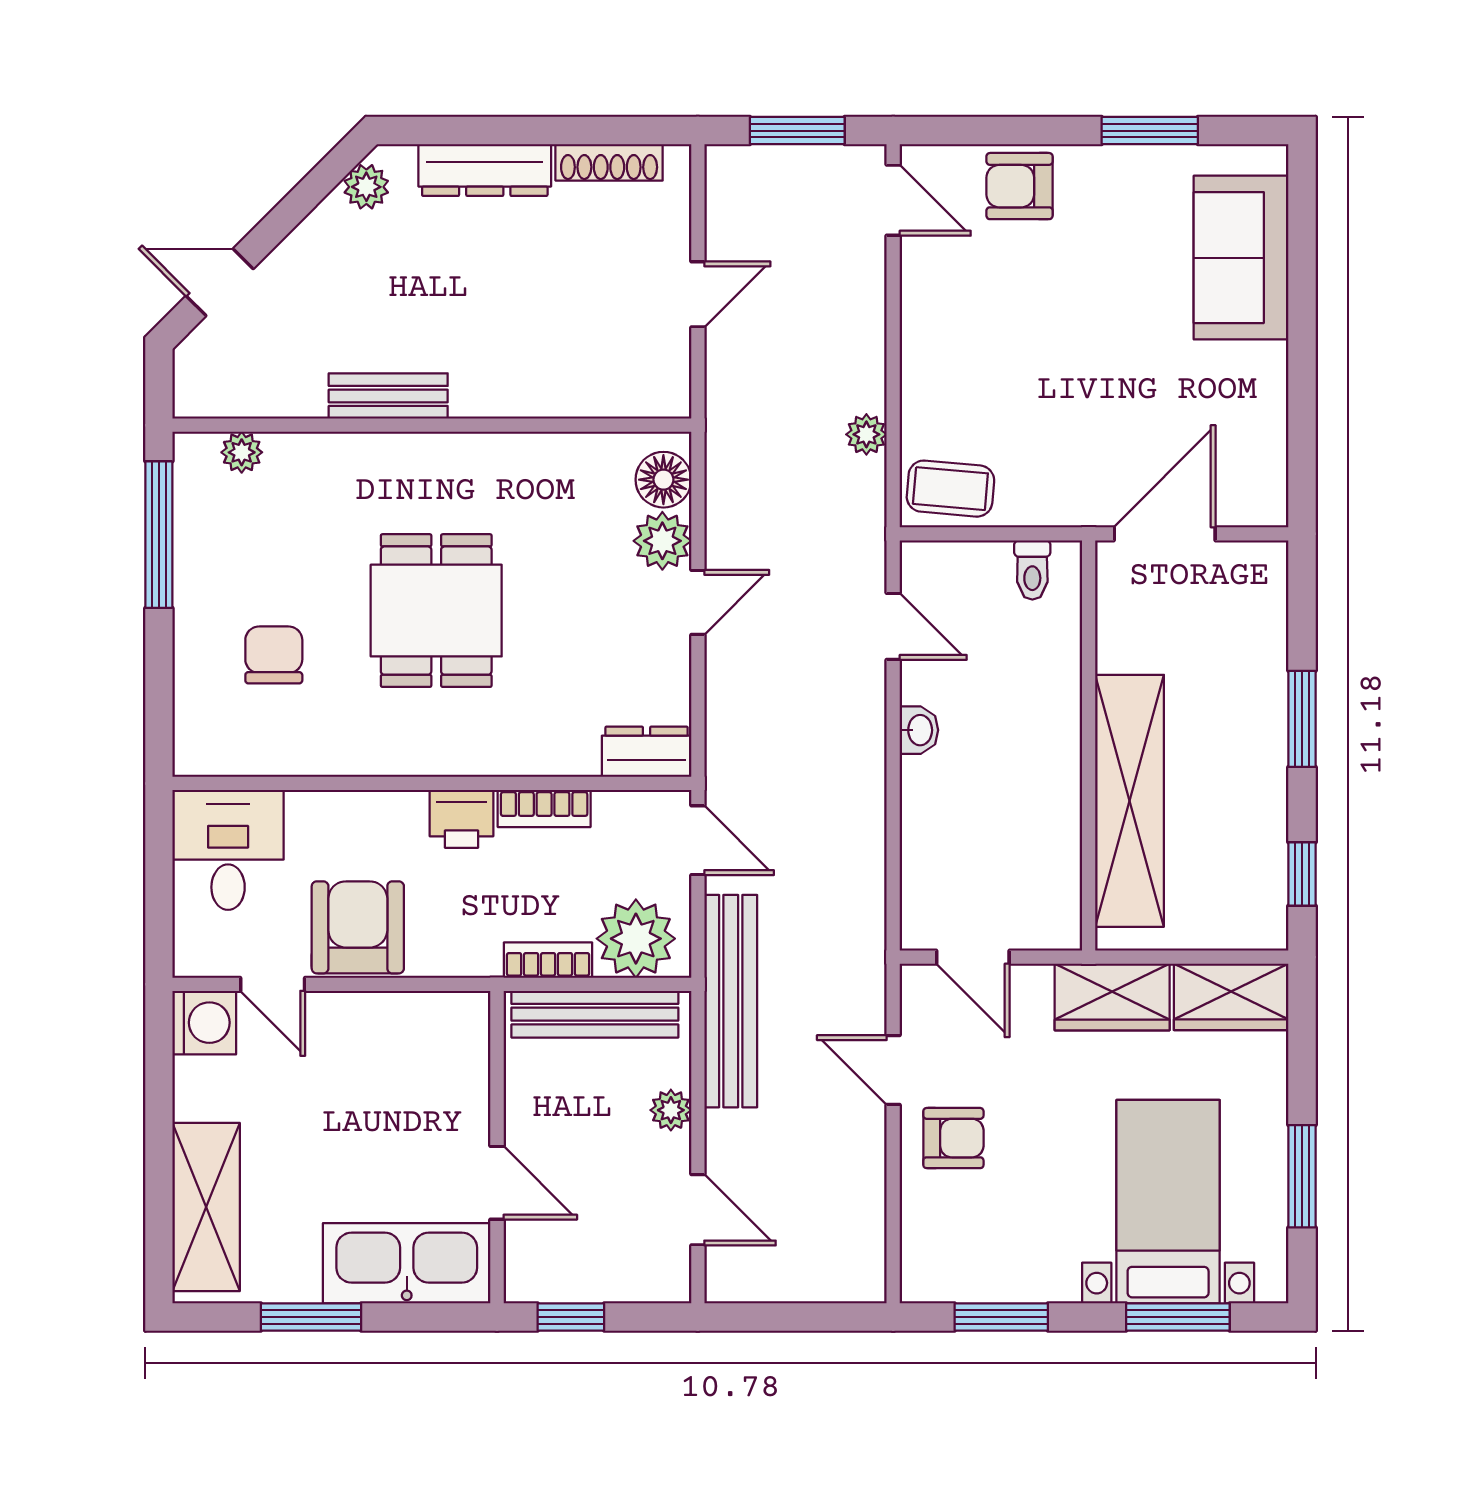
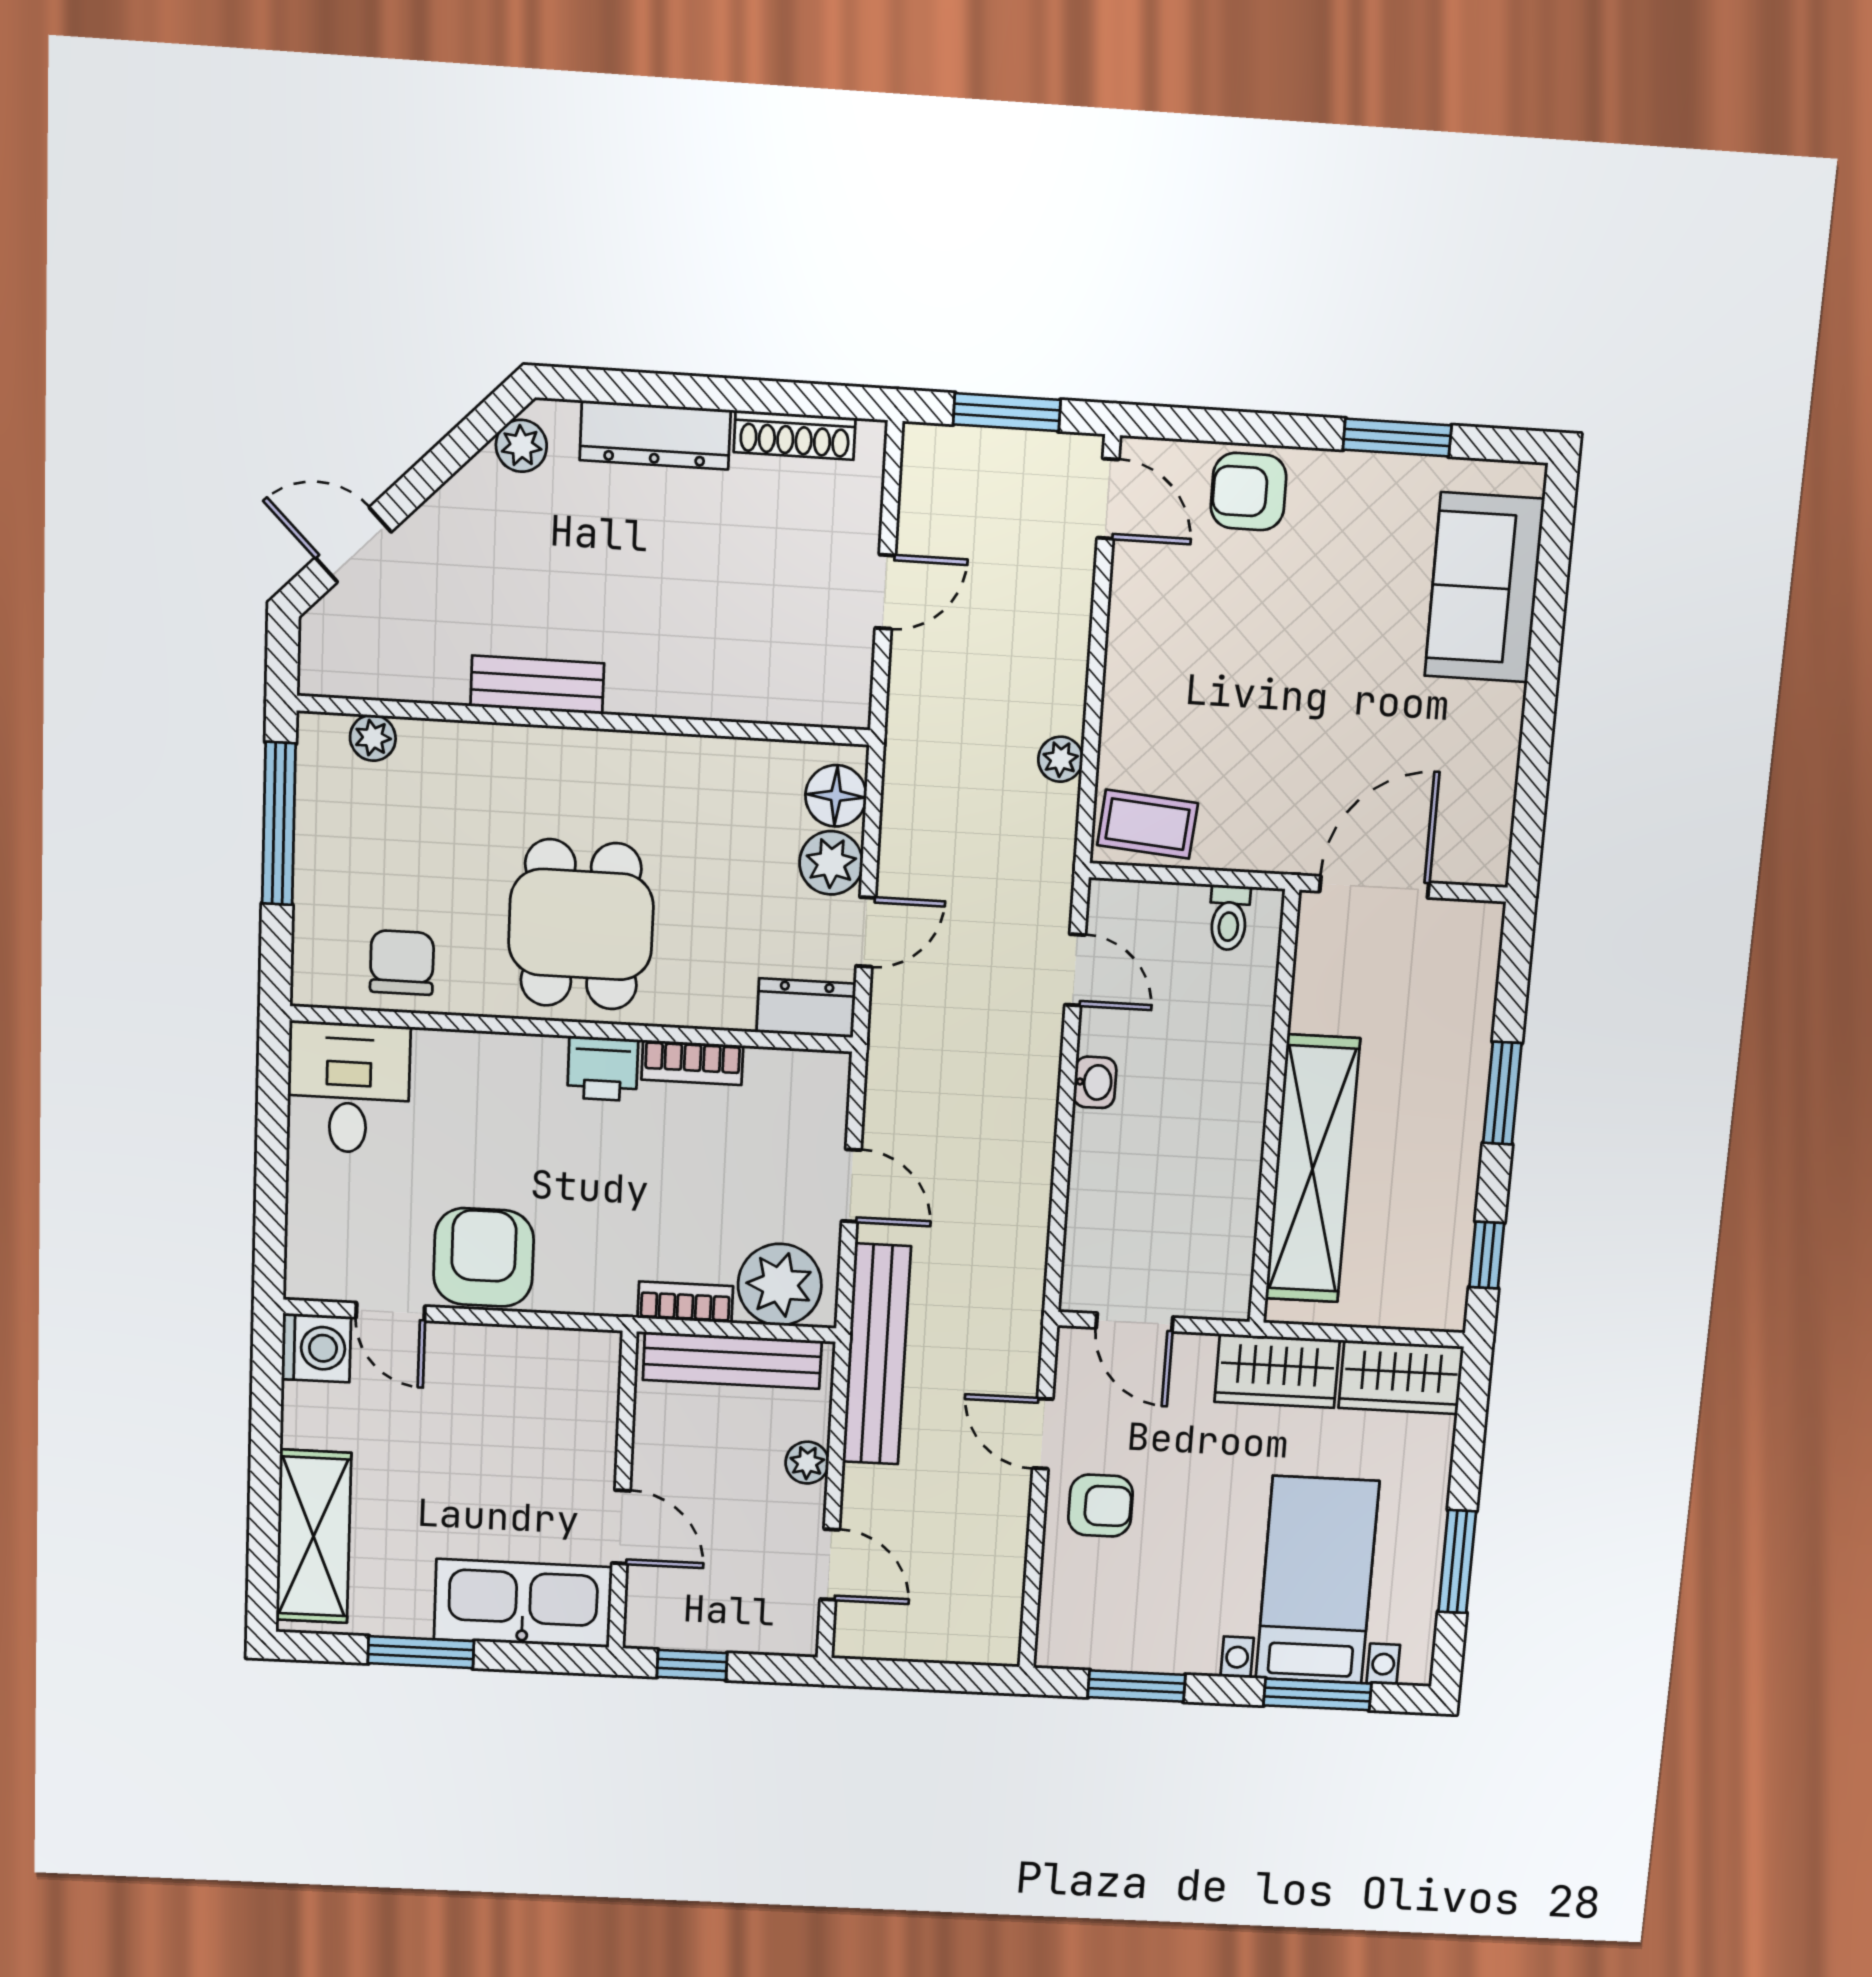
dresser: (647, 752) -> (806, 1008), moved
wall: (432, 783) -> (572, 1029), moved
bookcase: (544, 809) -> (692, 1063), moved
printer: (462, 819) -> (603, 1069), moved
desk: (228, 850) -> (349, 1088), moved

